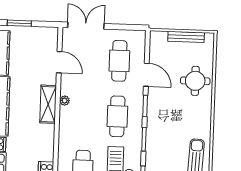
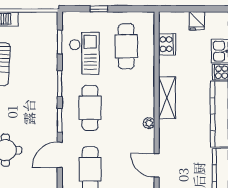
door: (146, 75) -> (60, 155), hinge flipped
shelving: (48, 104) -> (167, 98), moved

